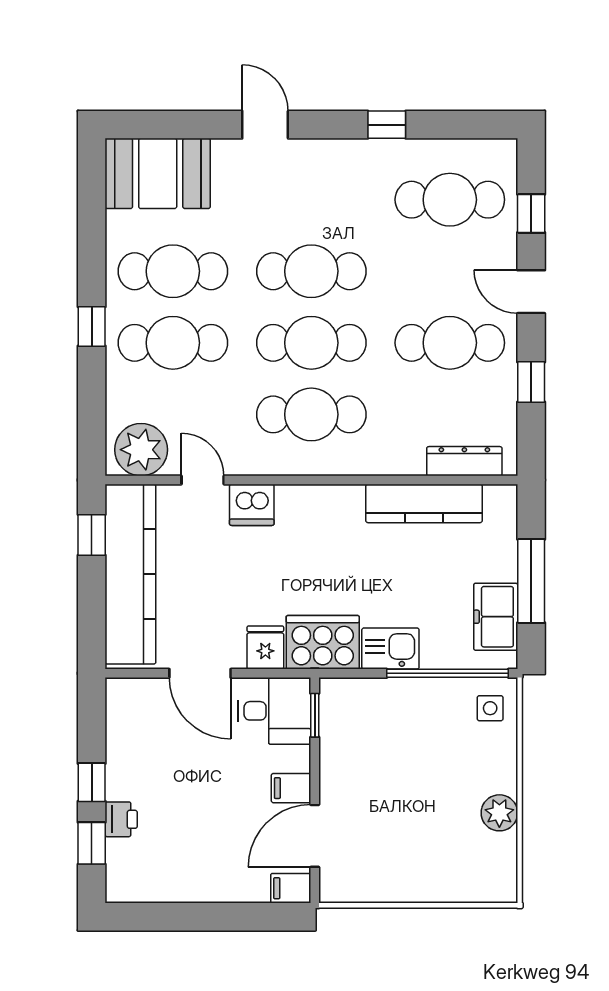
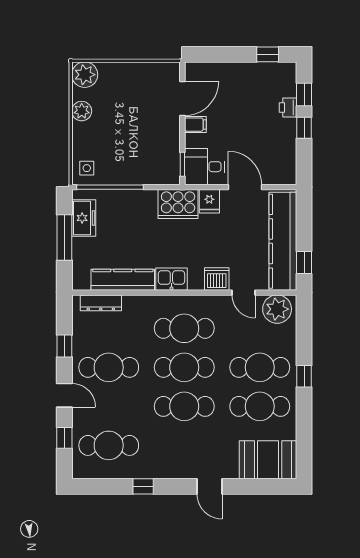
kitchen sink: (390, 649) -> (171, 279), moved, turned 180
plant: (494, 880) -> (85, 75), added
filing cabinet: (291, 888) -> (195, 70), removed
window: (159, 917) -> (268, 54), added

